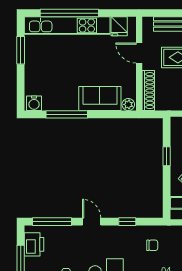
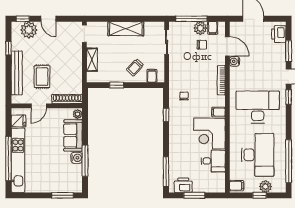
window: (21, 50) -> (63, 195), moved
water cooler: (34, 103) -> (77, 158), moved
door: (92, 222) -> (166, 142), removed

